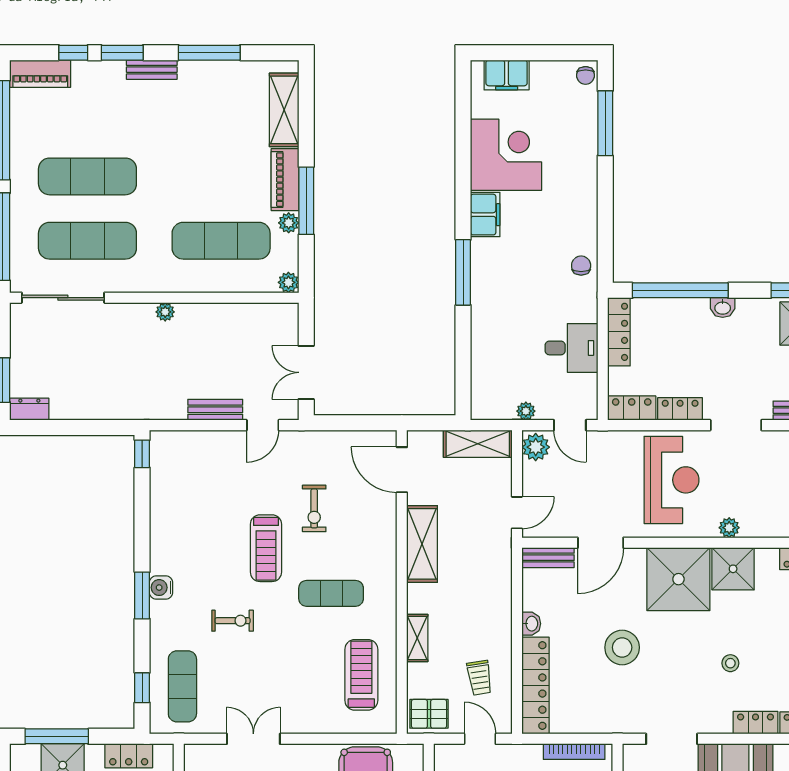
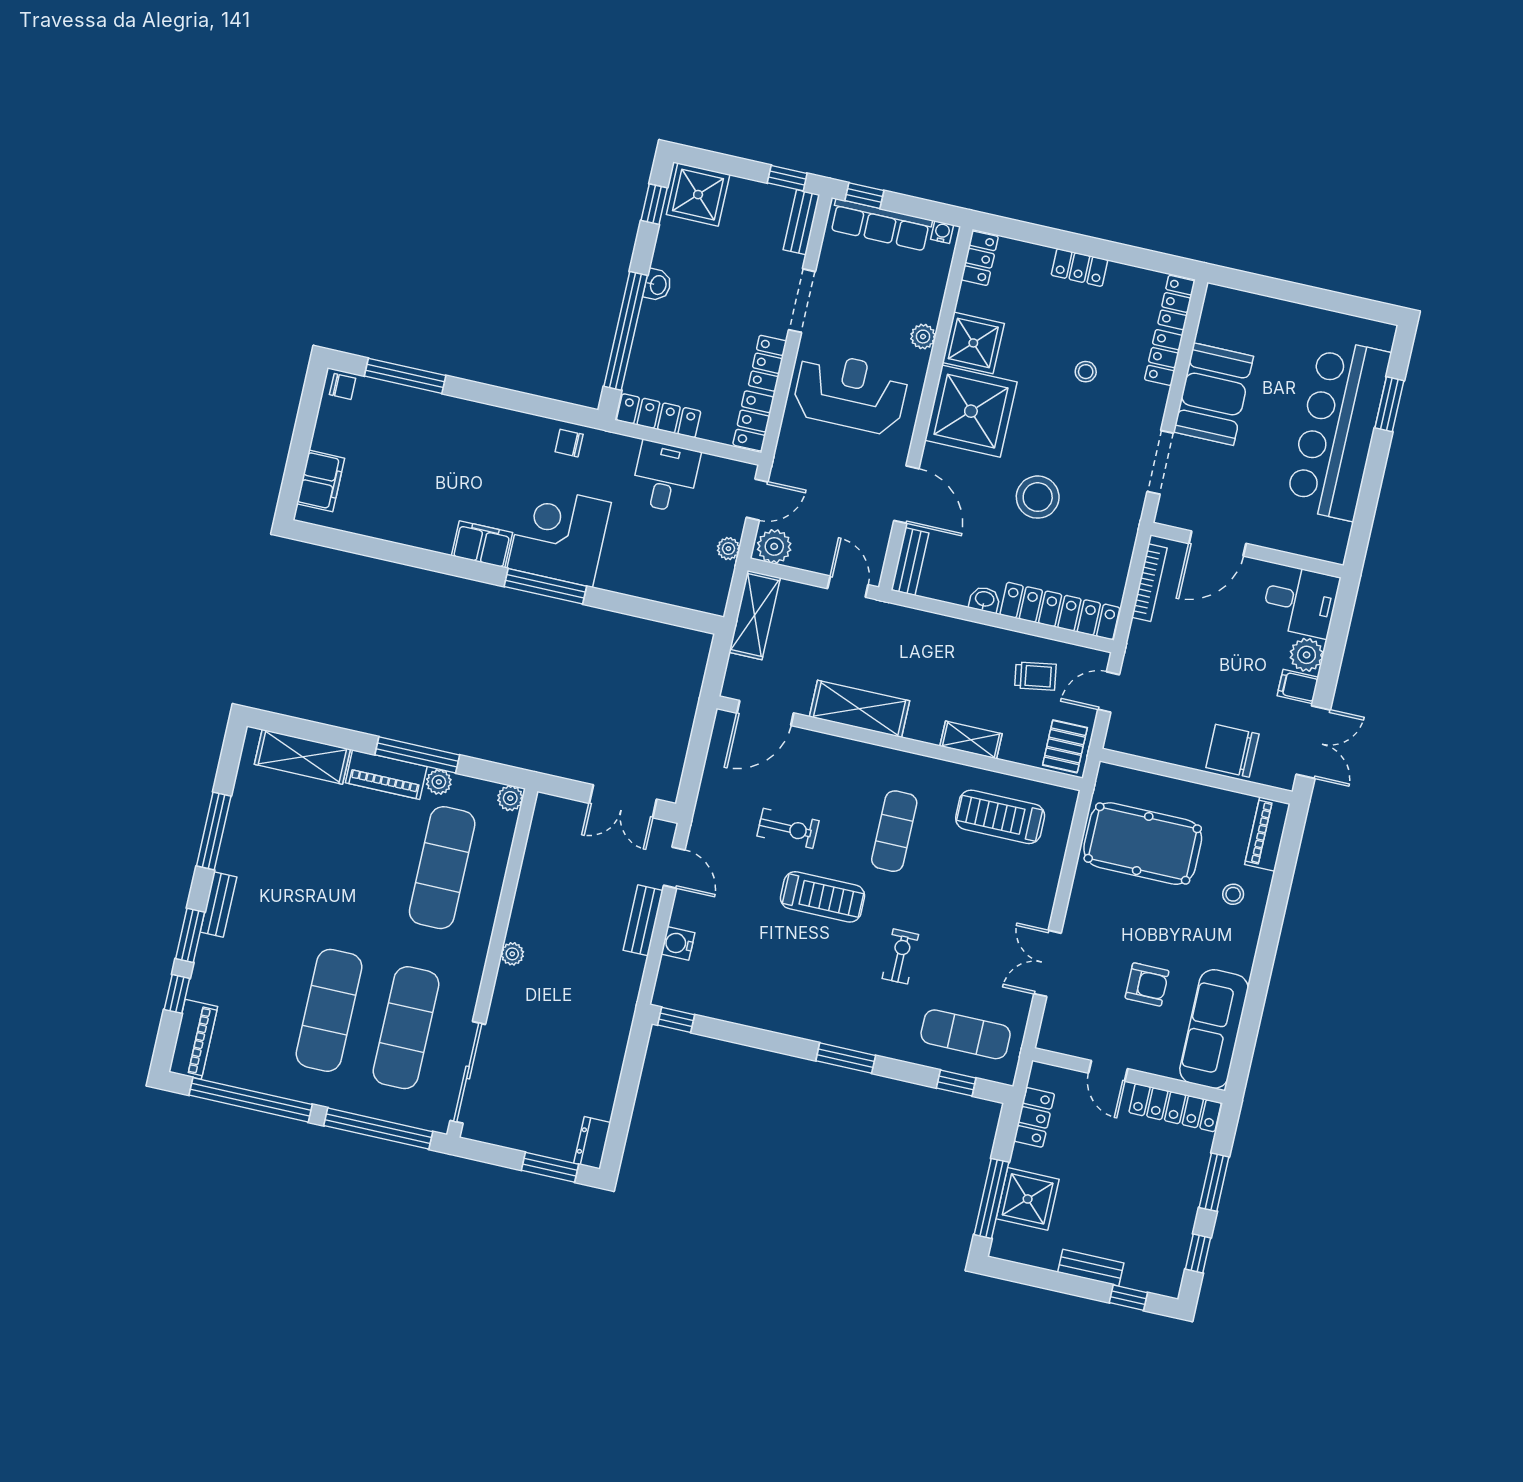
corner desk: (506, 155) -> (559, 535), moved
water cooler: (161, 588) -> (678, 943), moved, turned 90

